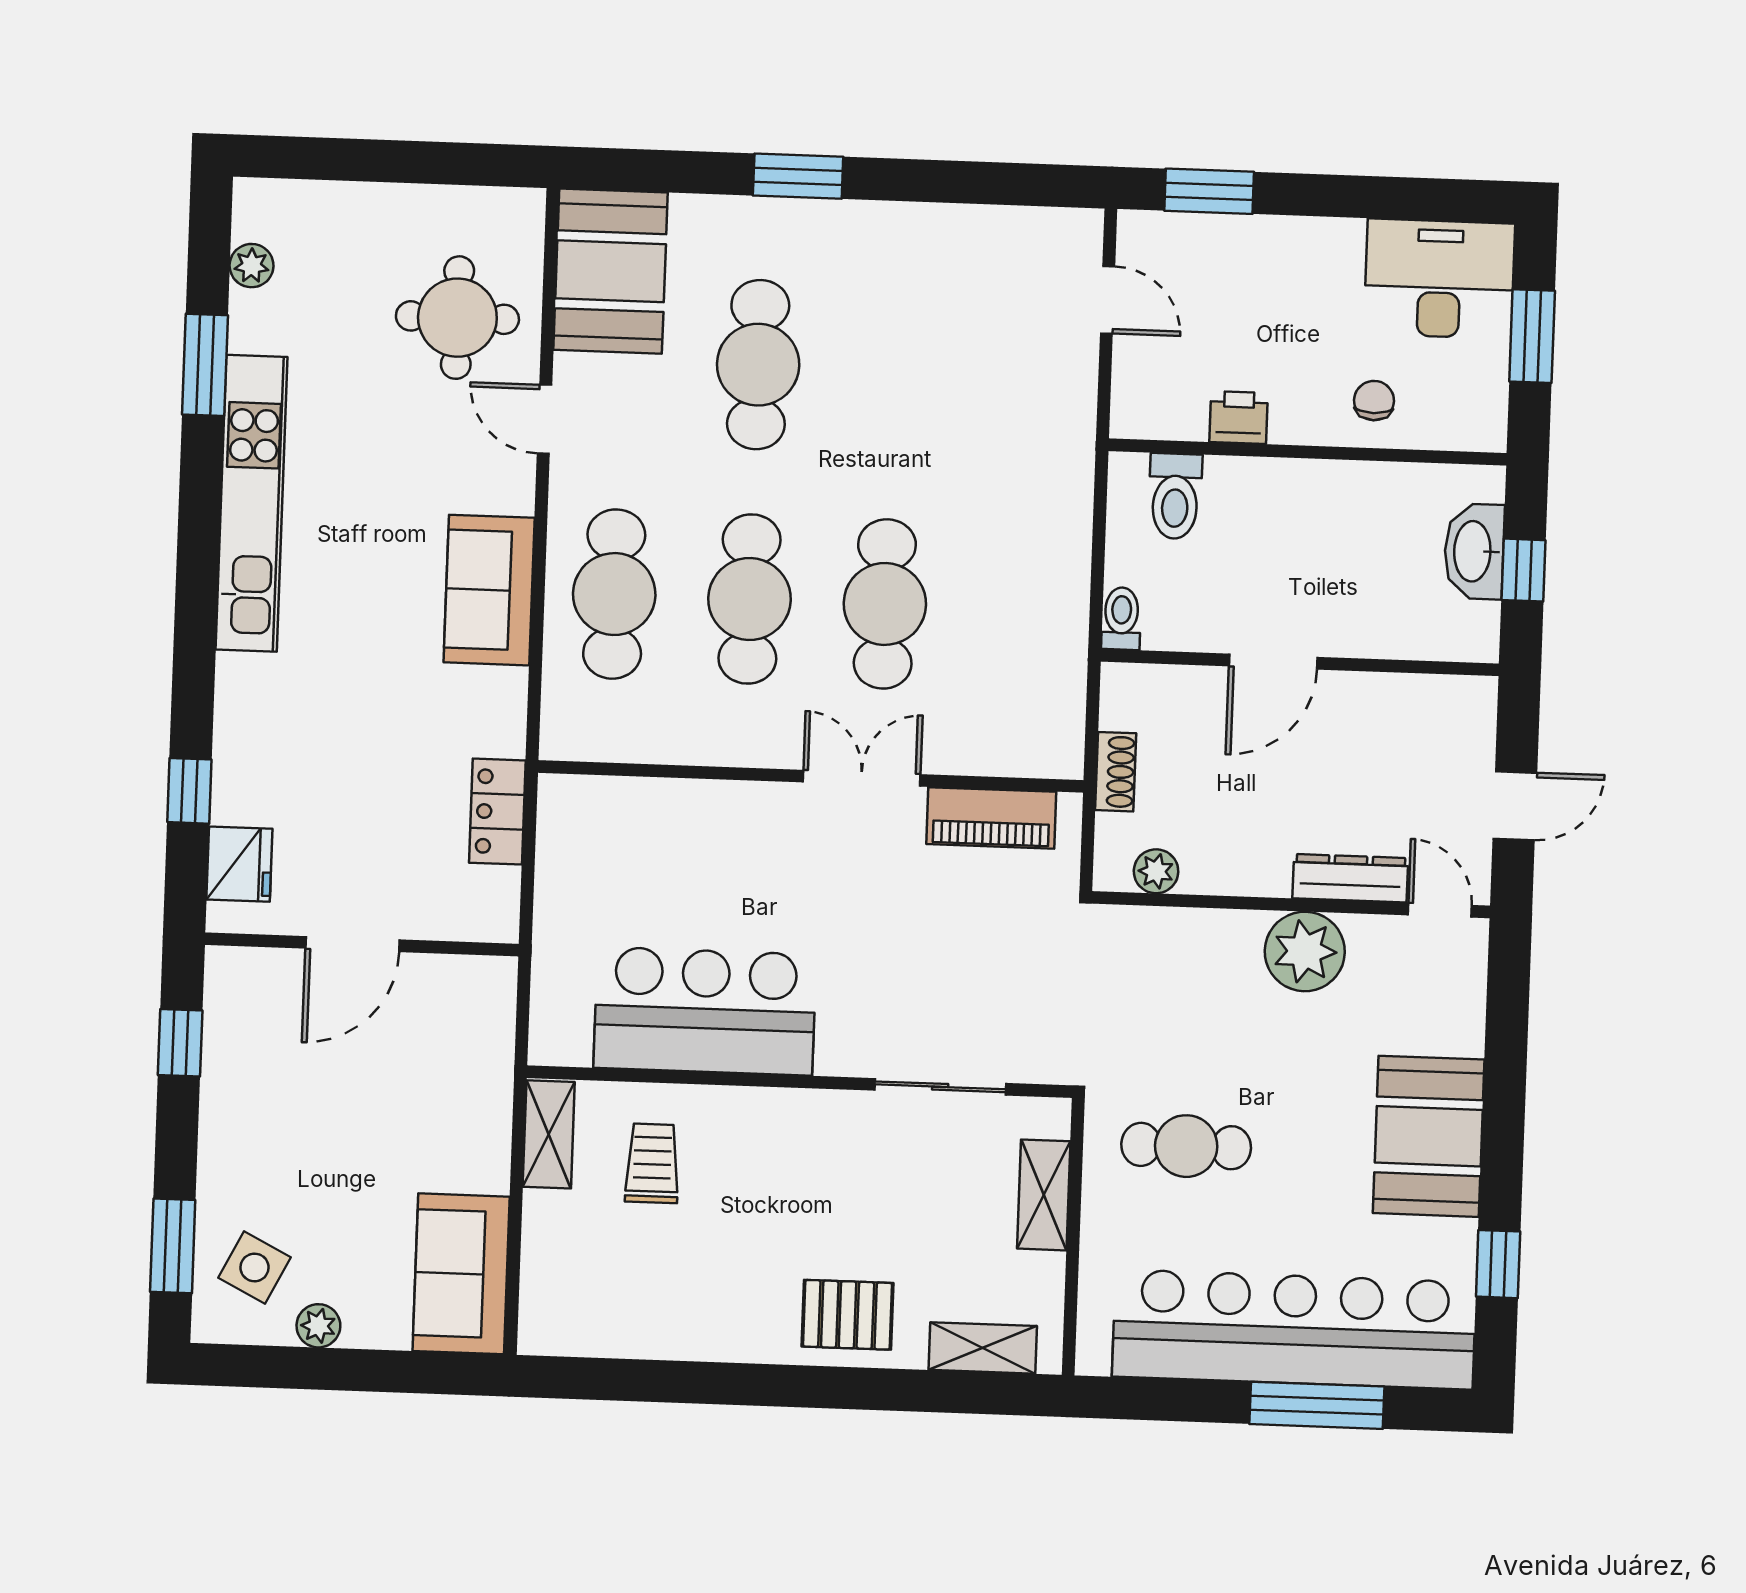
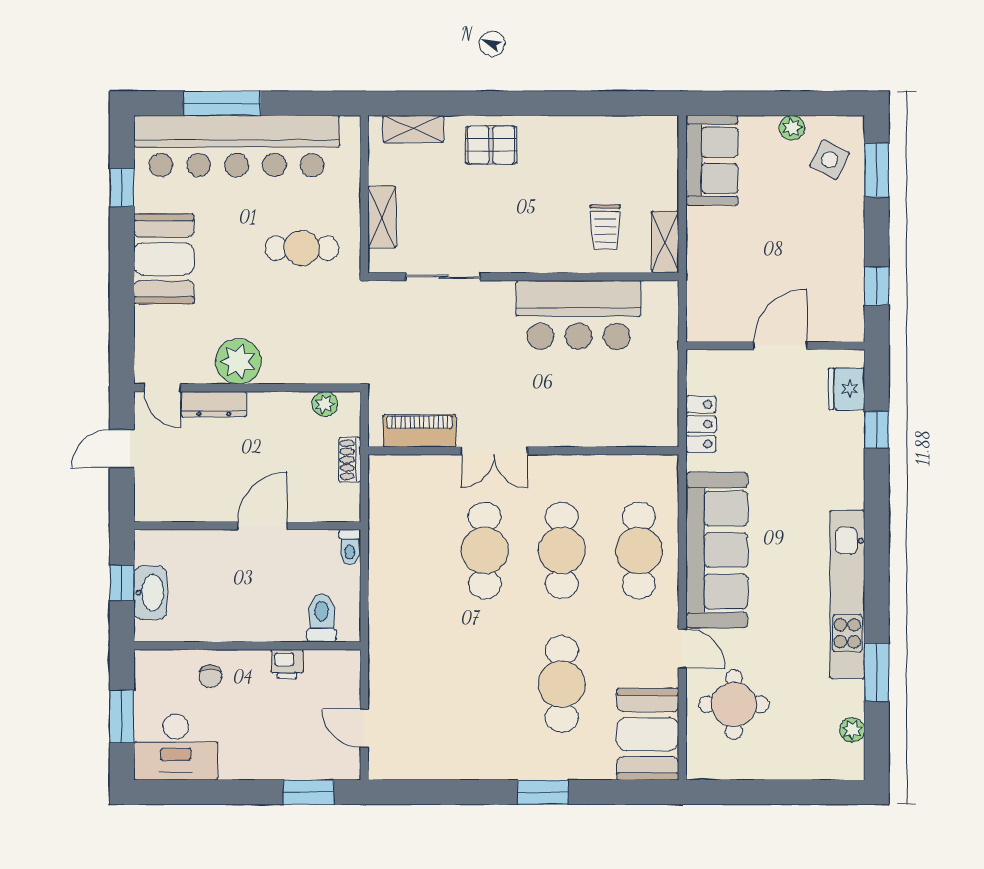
sofa: (489, 590) -> (717, 550), width x1.85, depth x1.27

